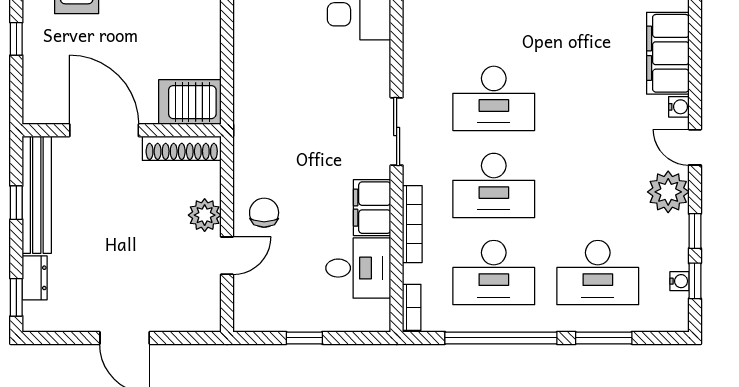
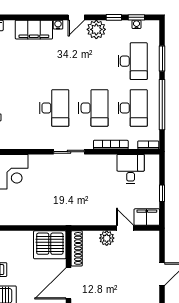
server rack: (190, 102) -> (50, 245), width x1.60
filing cabinet: (372, 208) -> (147, 217), moved, turned 180
chair: (264, 213) -> (106, 211), removed

